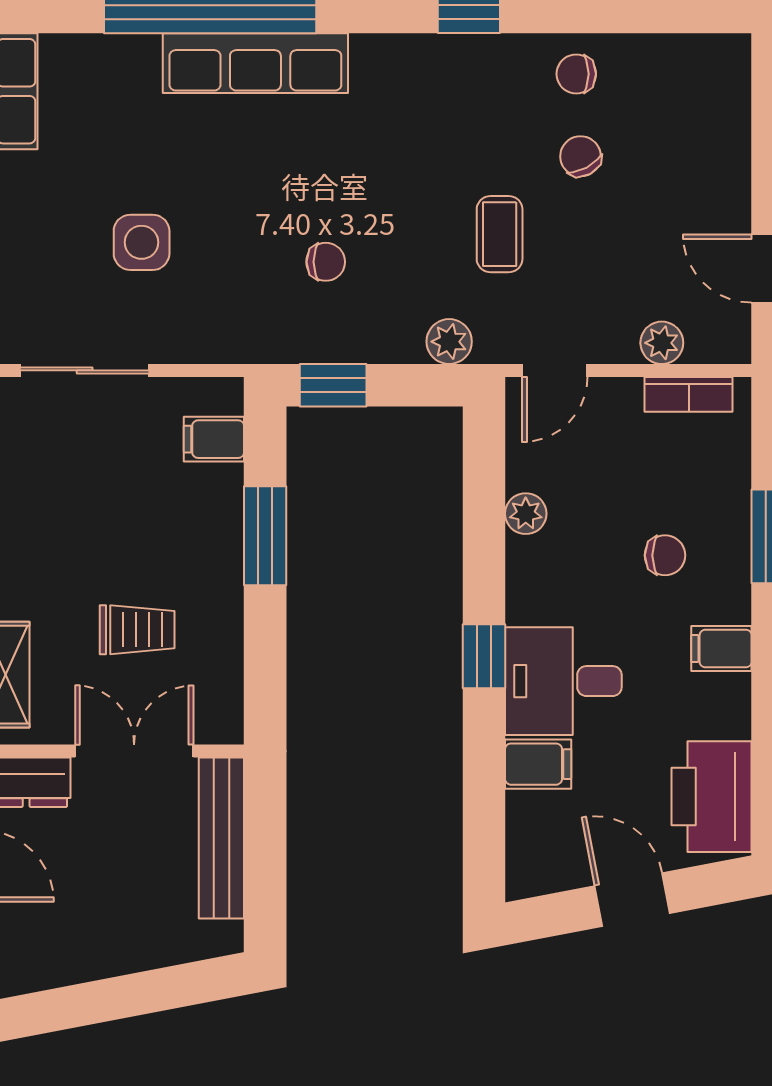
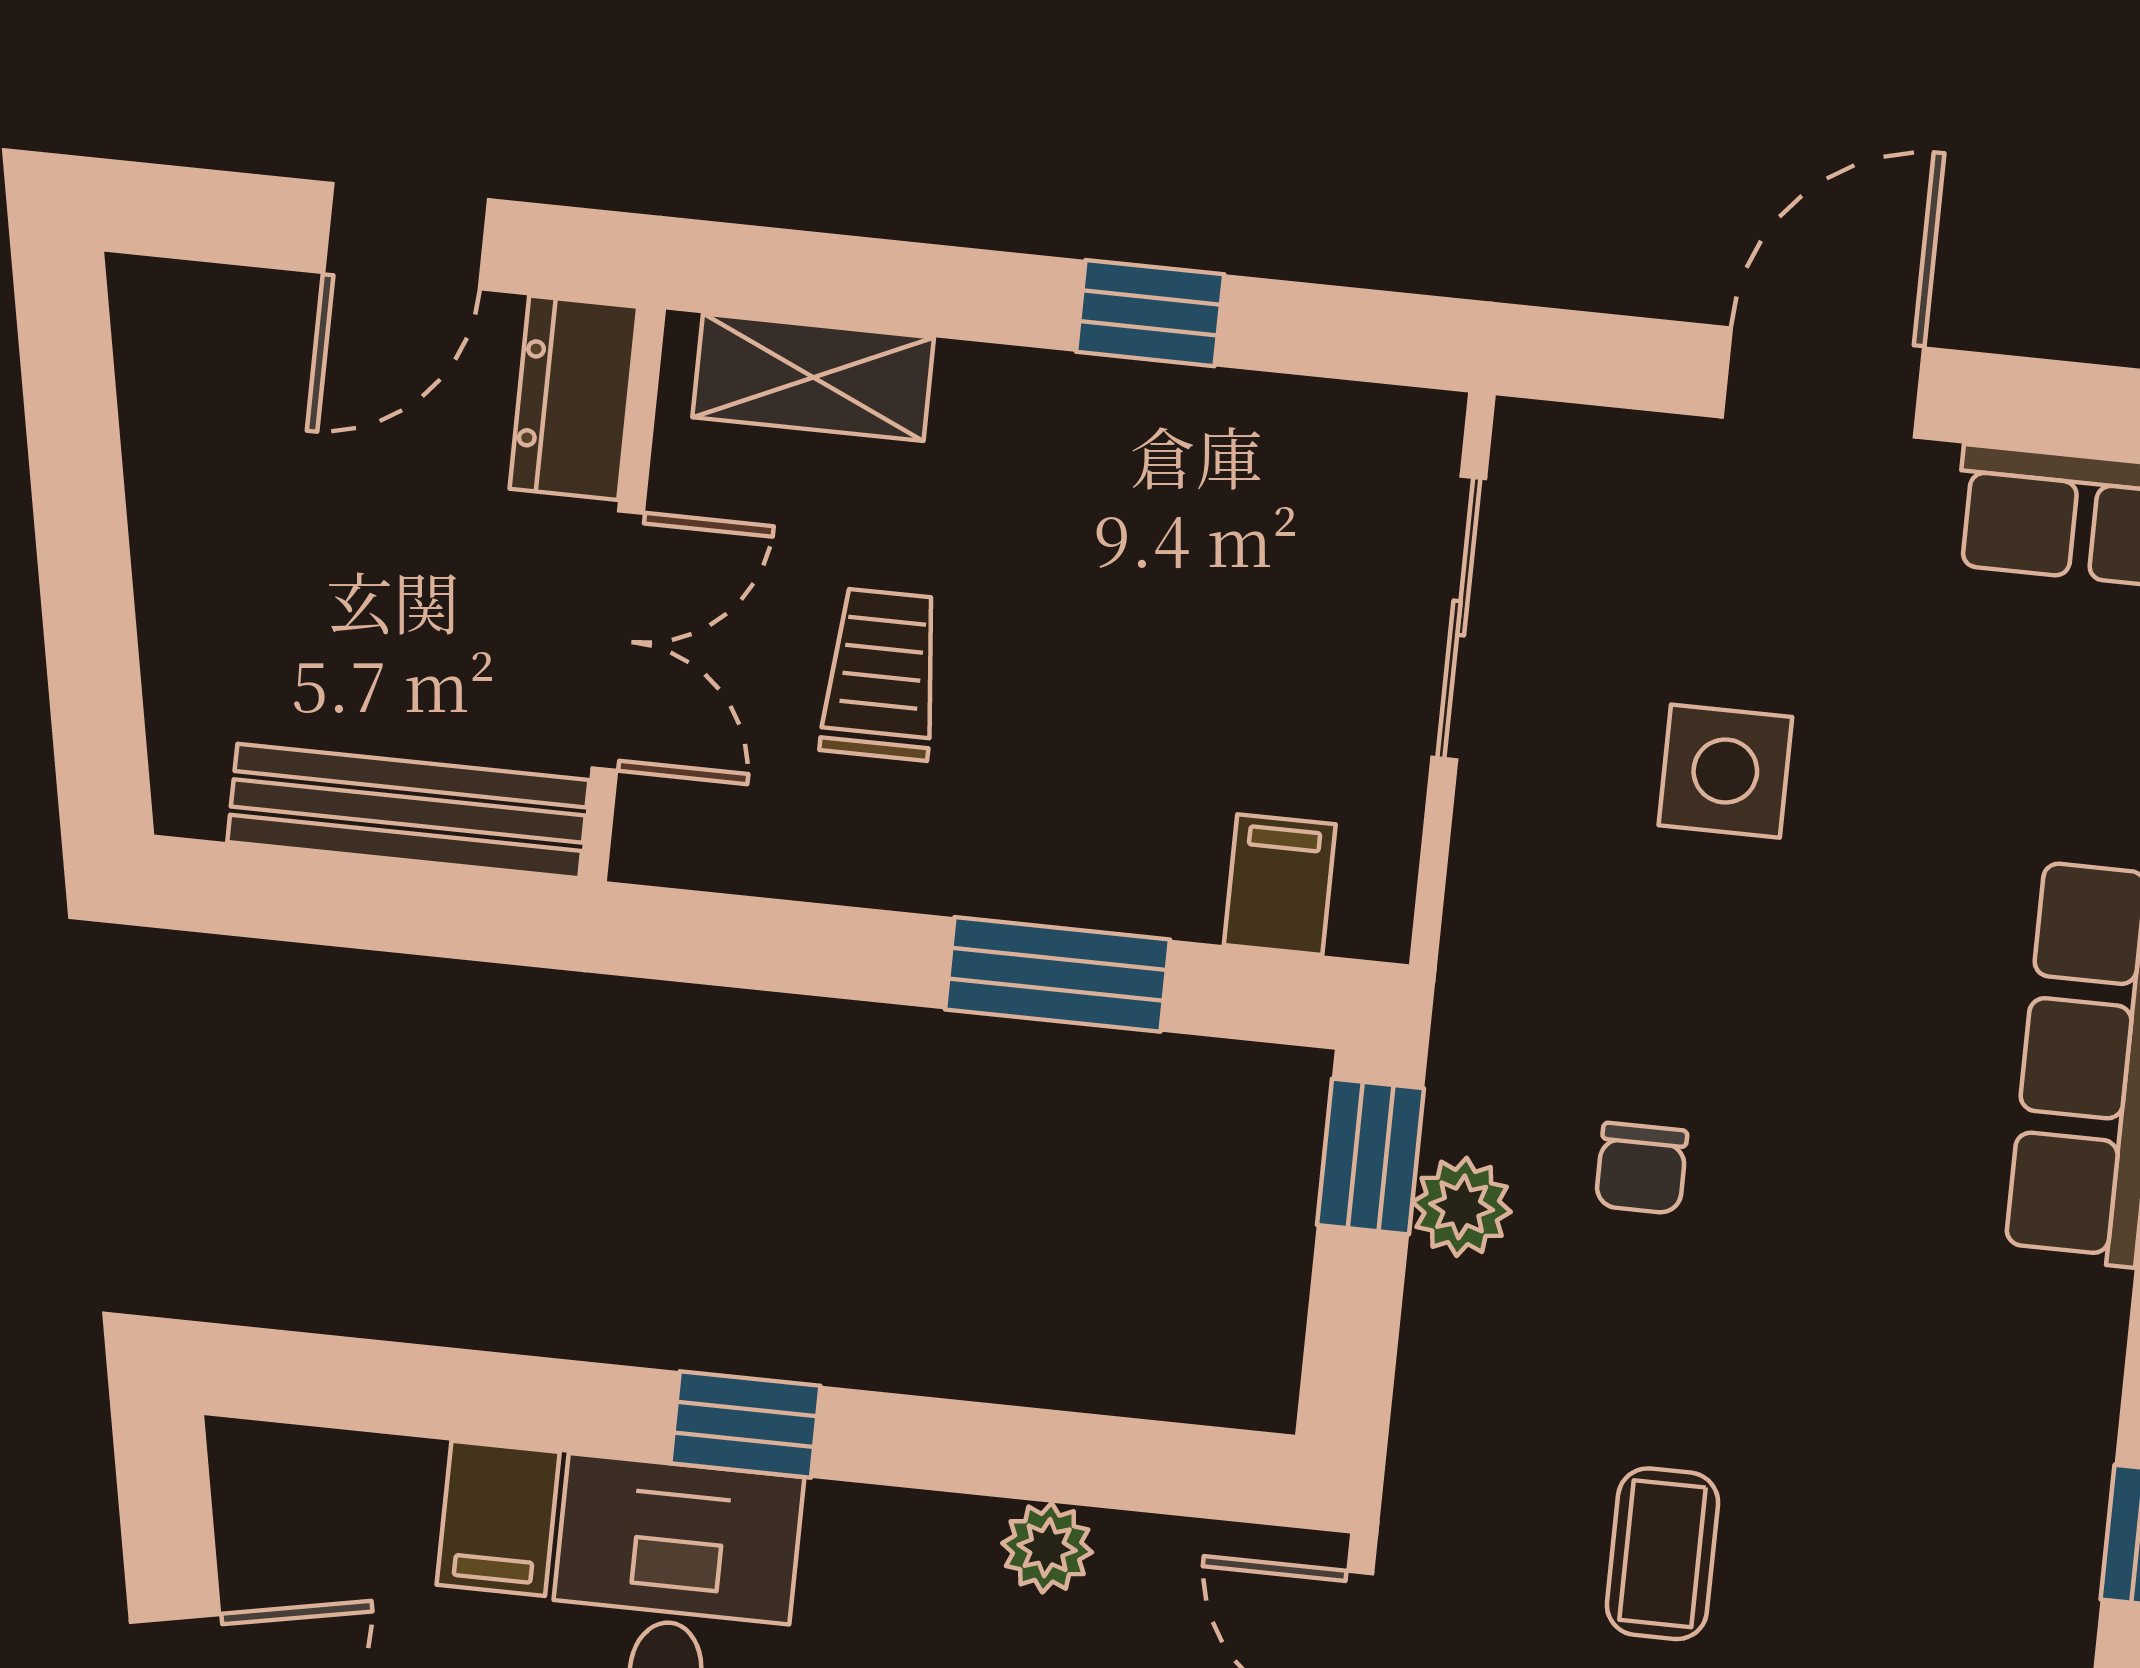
coffee table: (500, 234) -> (1662, 1554), turned 90
plant: (449, 342) -> (1462, 1207), moved
trolley: (137, 630) -> (882, 674), turned 180

